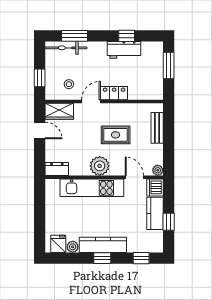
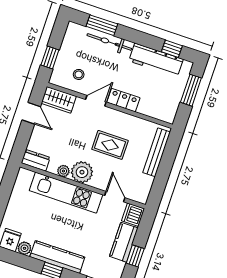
window: (127, 36) -> (172, 49), moved
bicycle: (66, 48) -> (109, 42), moved
workbench: (124, 50) -> (156, 60), width x1.38
bench: (157, 128) -> (157, 152), width x1.36
plant: (158, 170) -> (63, 171), moved

